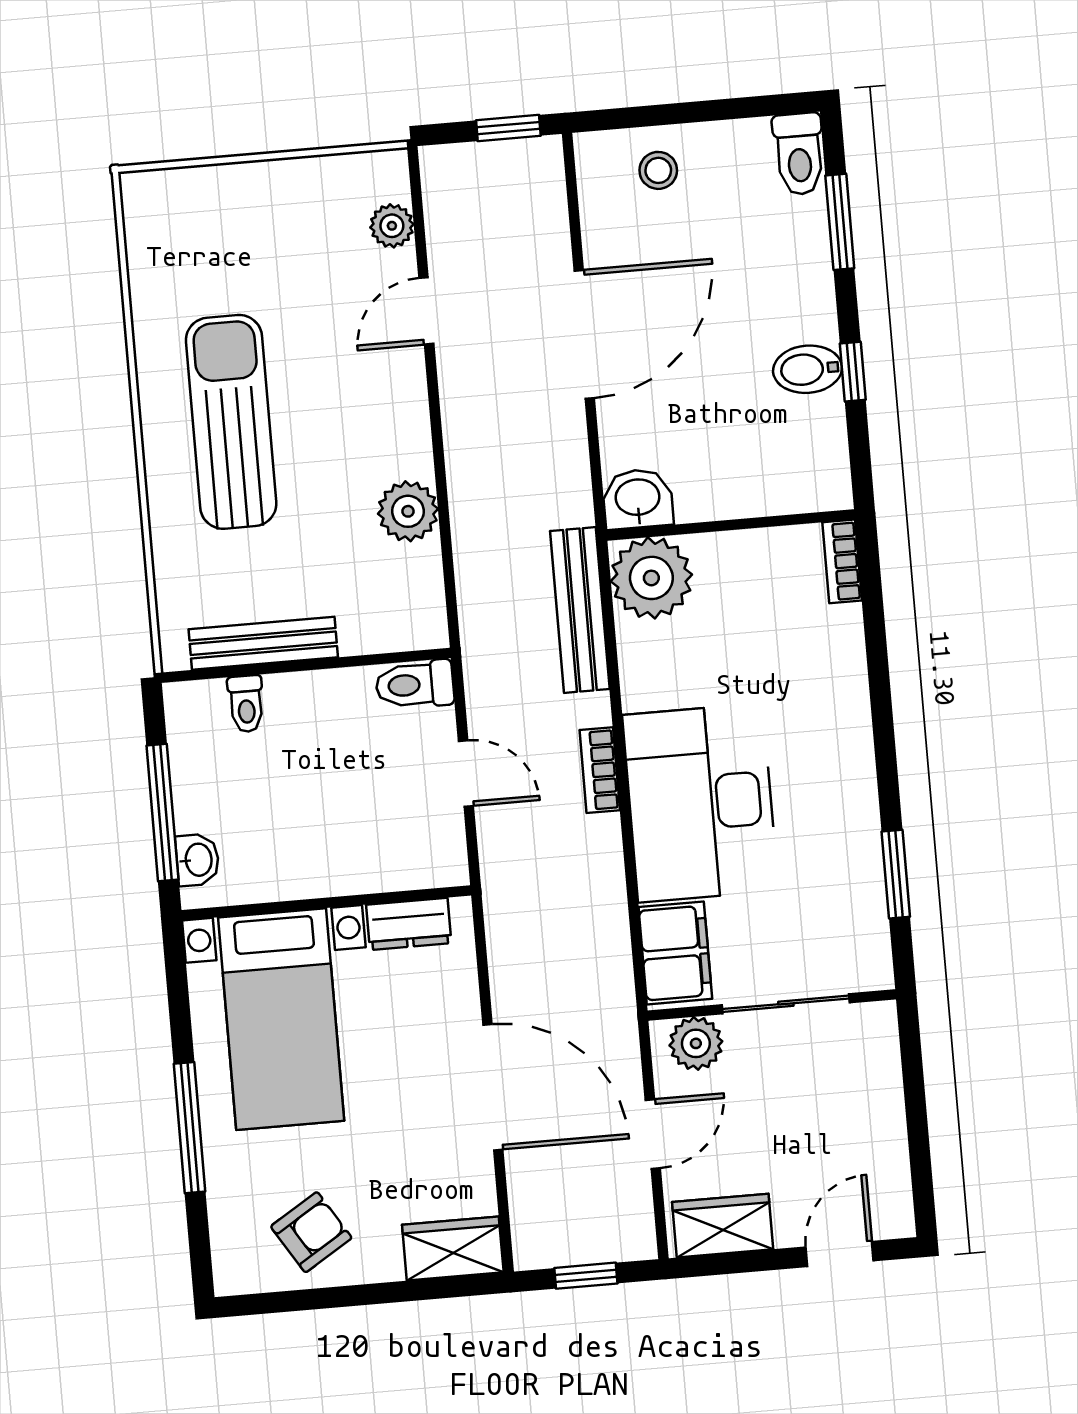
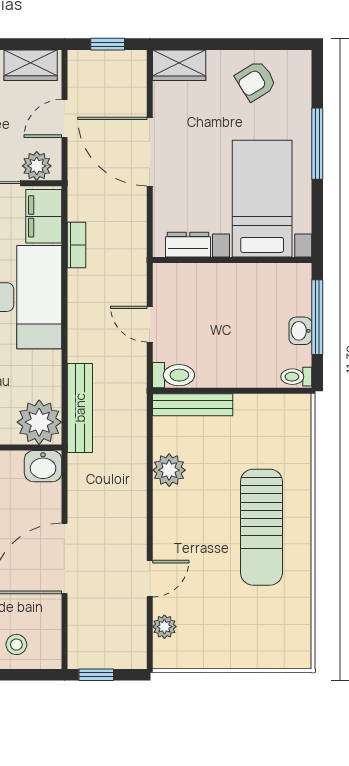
bench: (263, 643) -> (193, 405), moved
toilet: (246, 704) -> (296, 377), moved, turned -90
bookcase: (600, 770) -> (76, 245), moved
washbasin: (197, 860) -> (300, 331), moved

